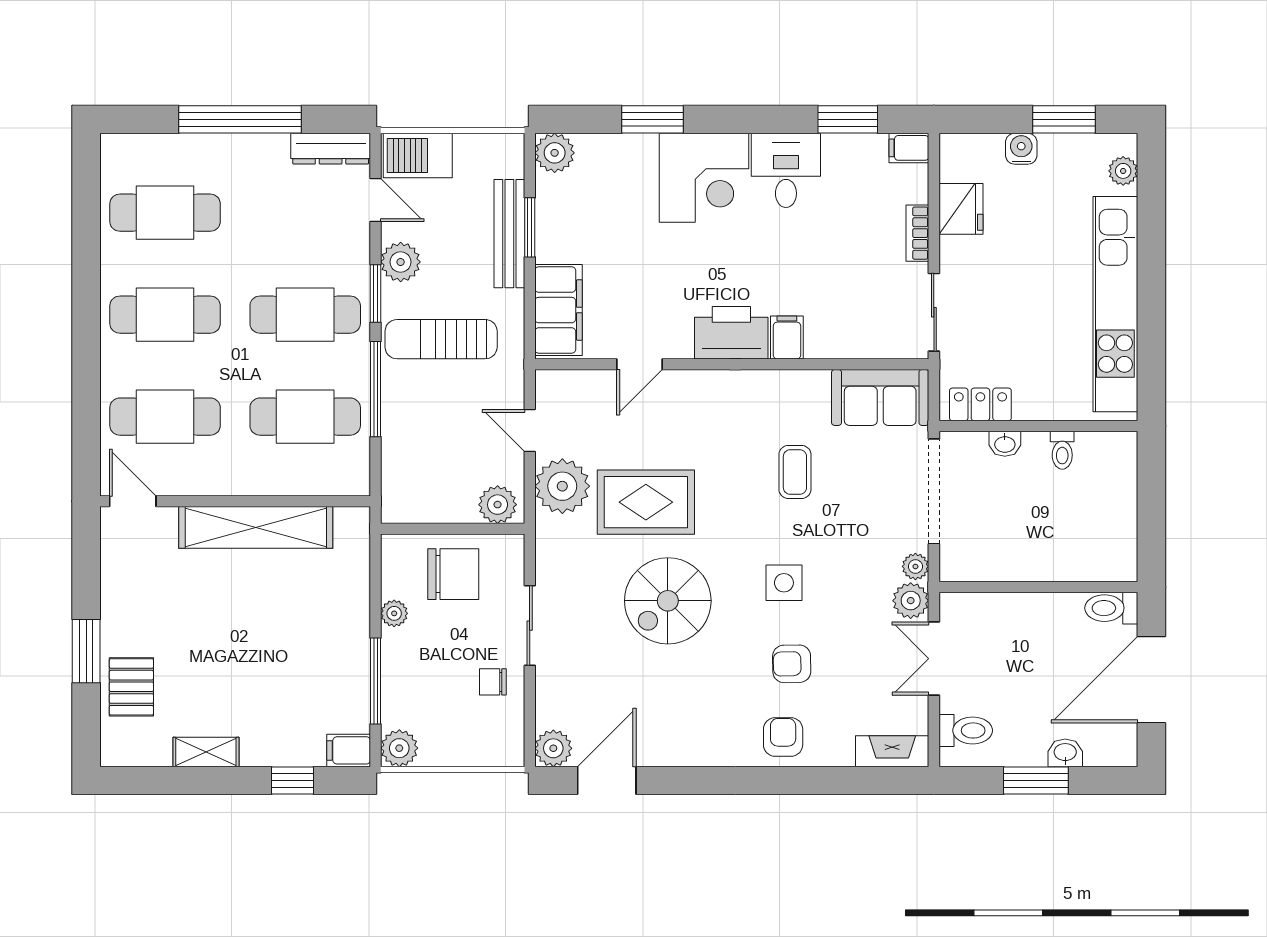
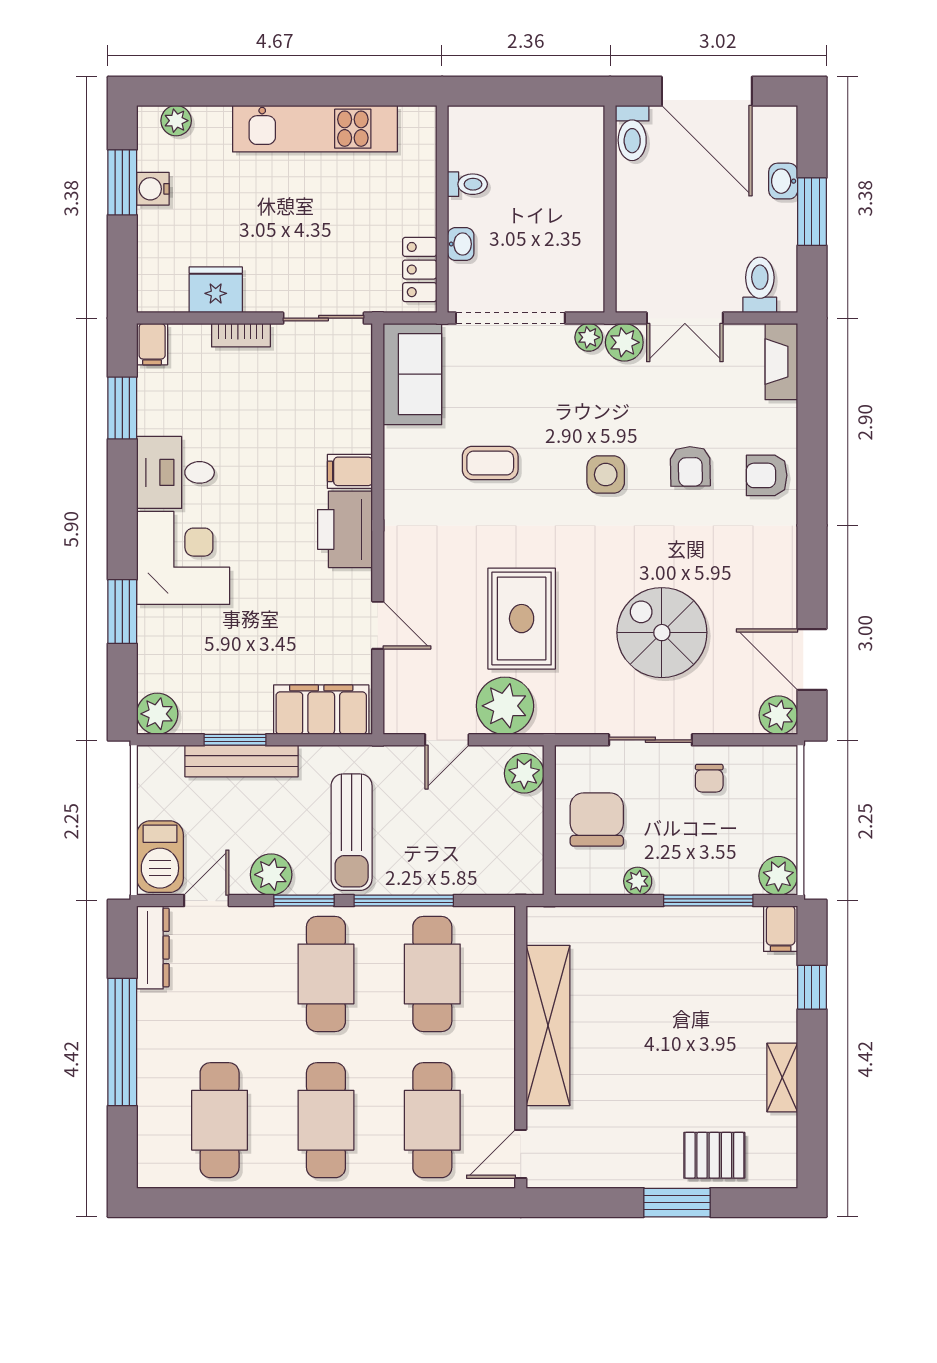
water cooler: (1021, 149) -> (153, 189), moved
kitchen unit: (1115, 304) -> (315, 129), width x0.73
spiral stairs: (668, 601) -> (662, 633), moved, turned 180

